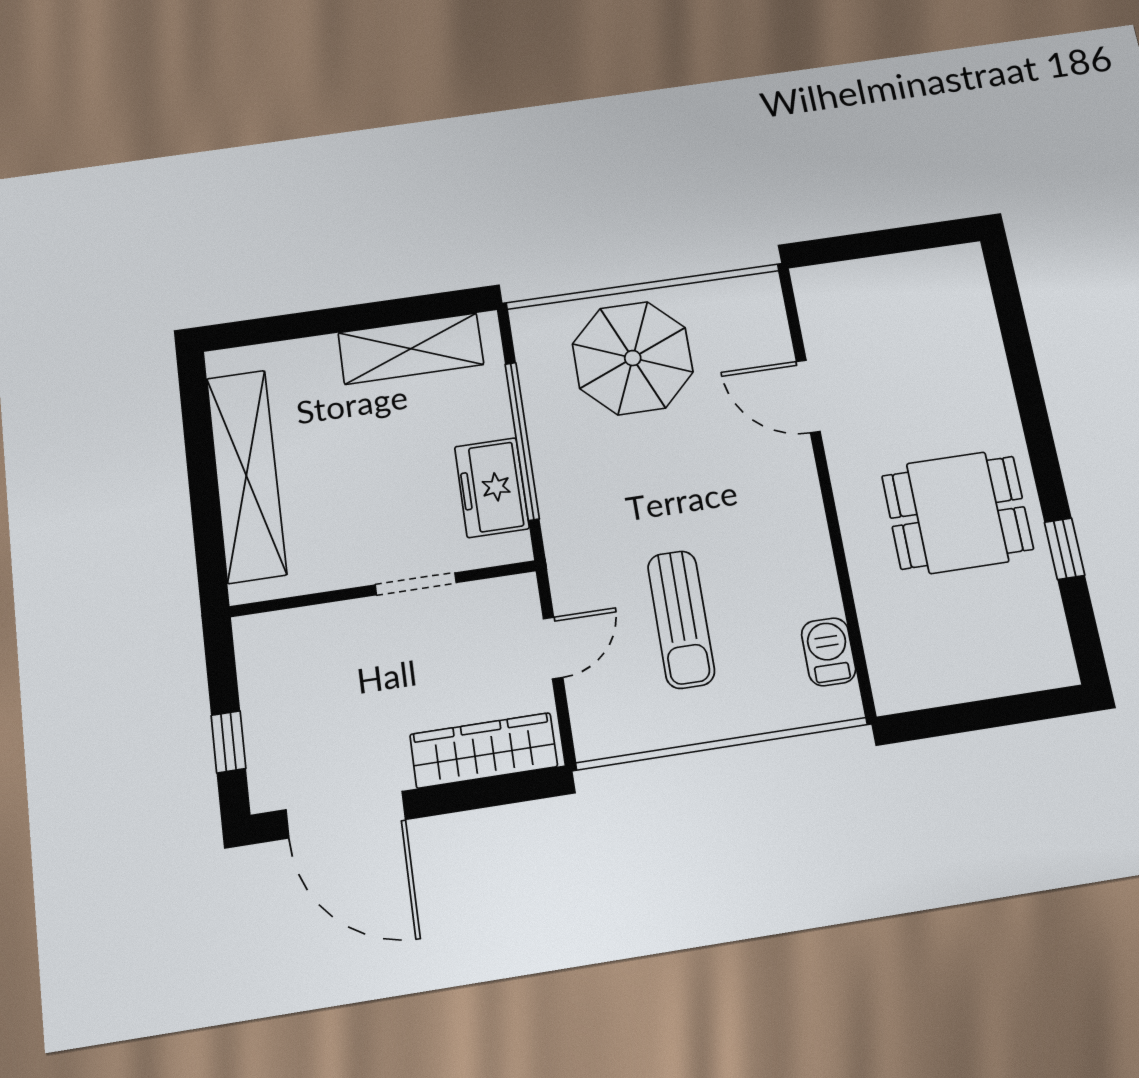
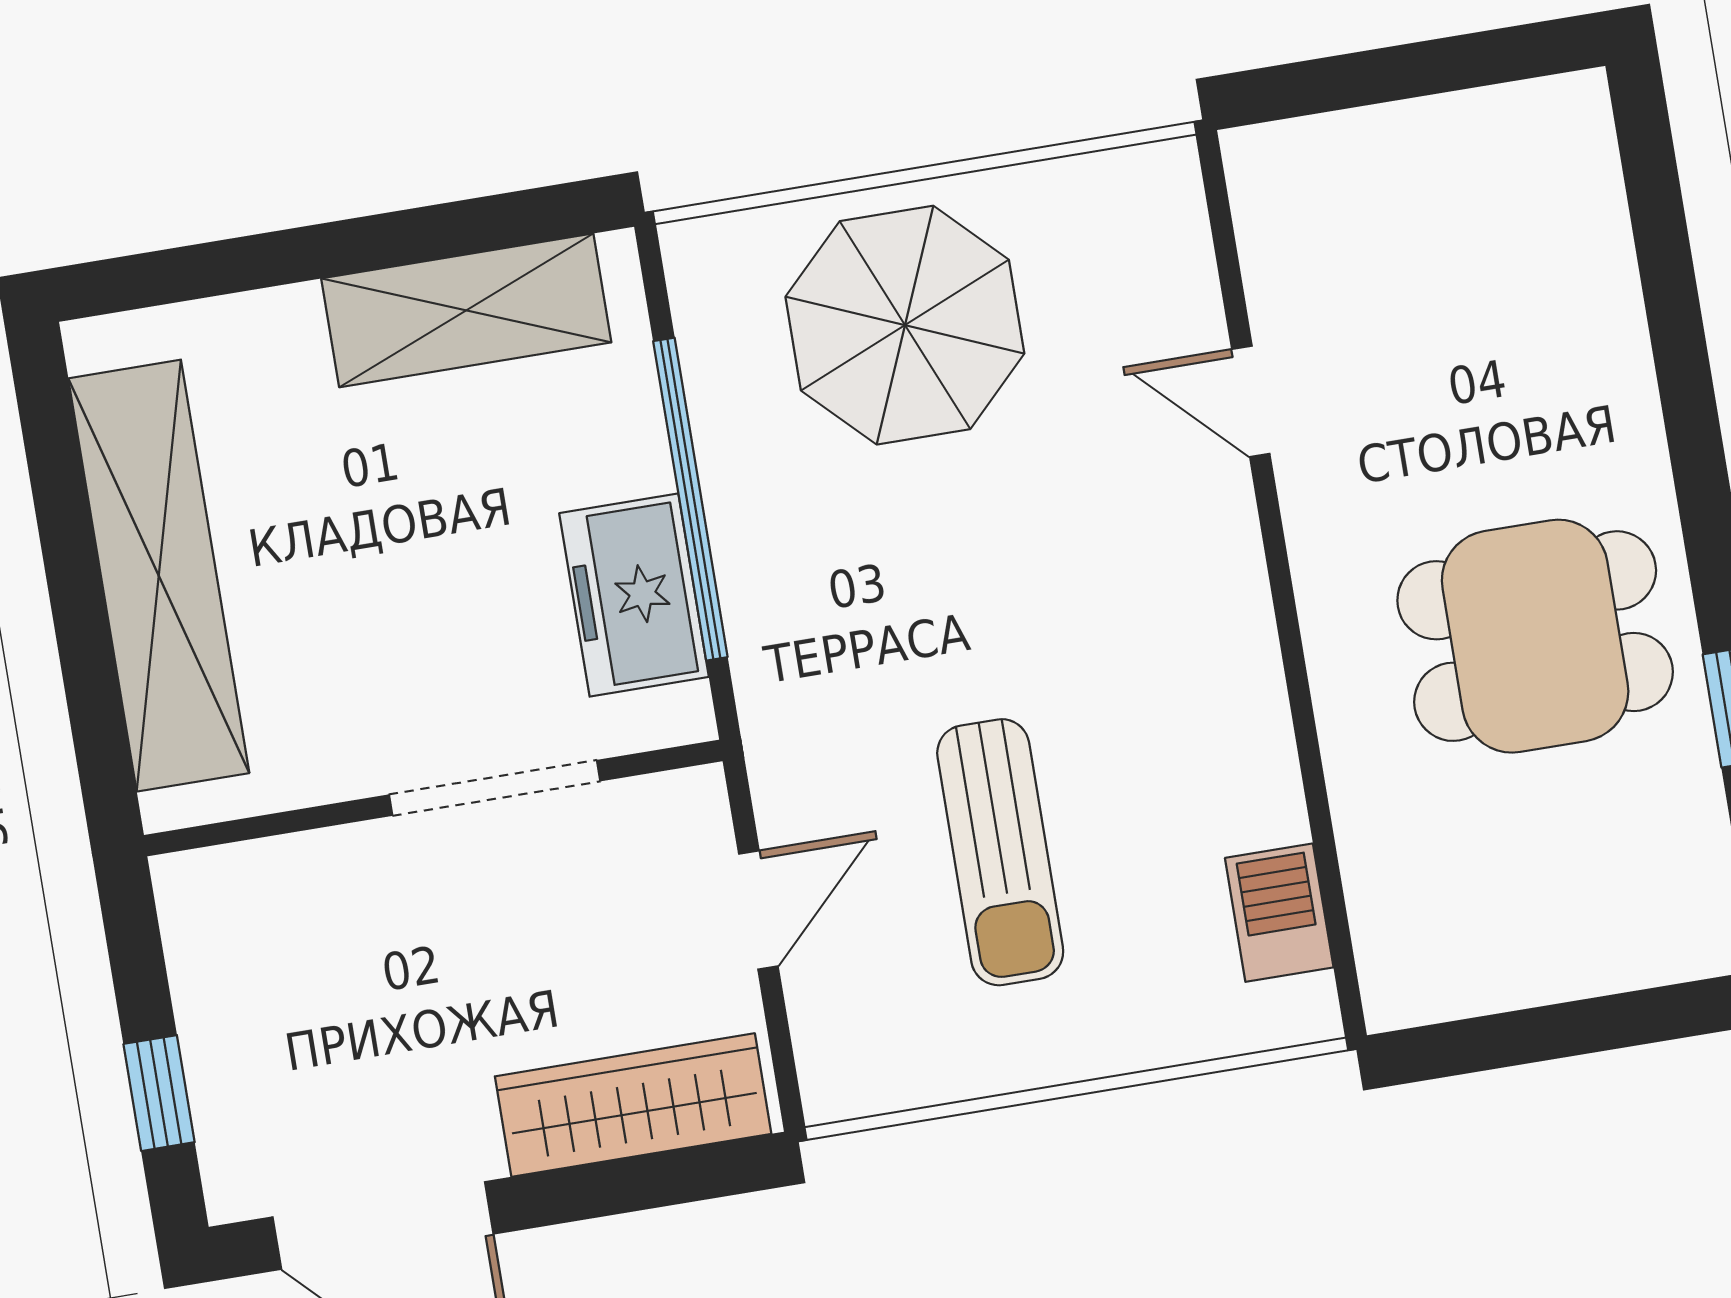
door: (808, 396) -> (1251, 401), width x0.73
doorway: (416, 584) -> (495, 788), width x1.38

